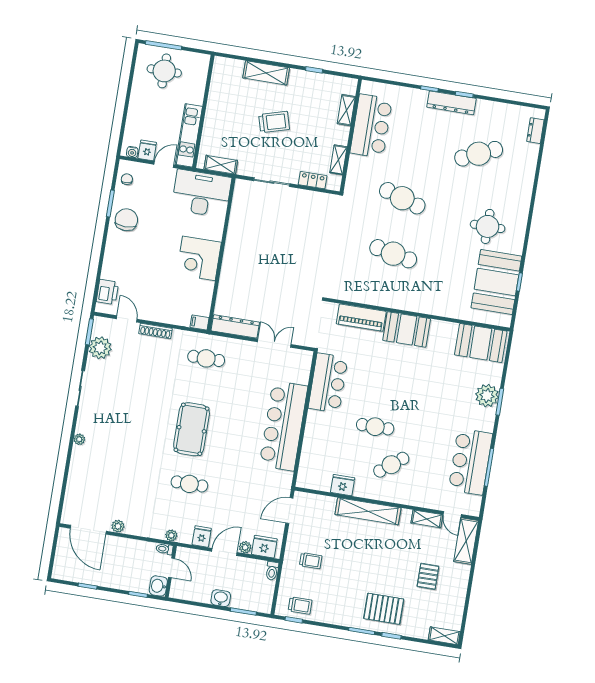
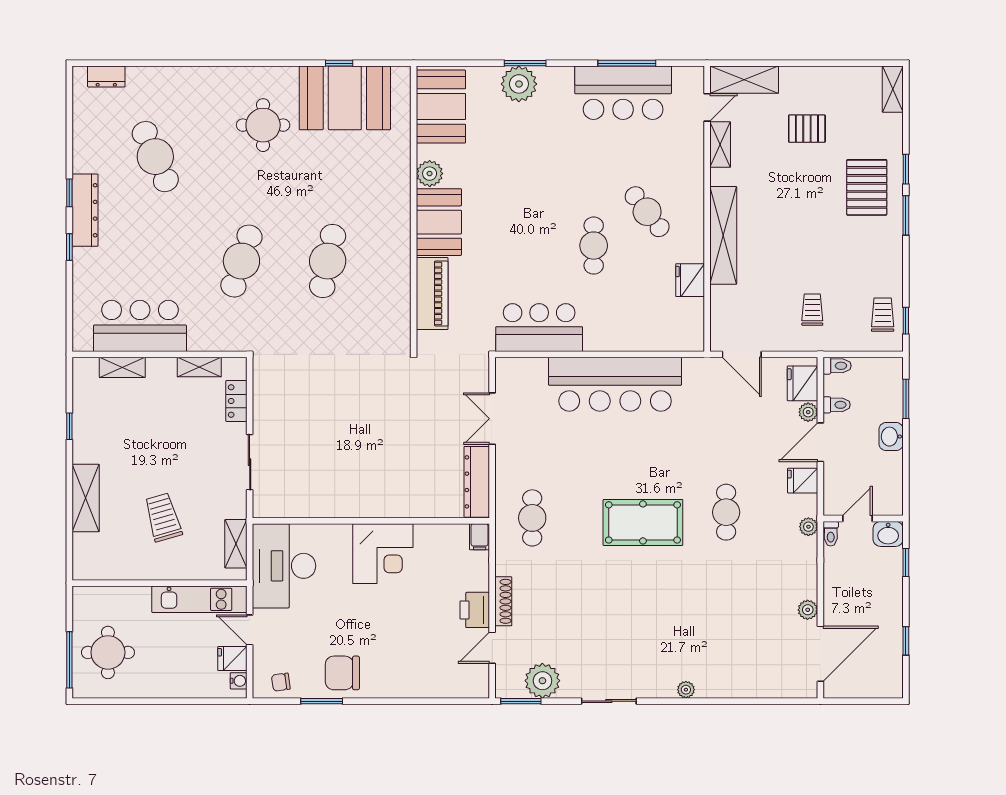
trolley: (274, 122) -> (163, 517), moved
printer: (107, 292) -> (475, 610), moved, turned -90
plant: (439, 329) -> (430, 174), added
door: (224, 552) -> (820, 442), hinge flipped
toilet: (247, 566) -> (837, 405), added

